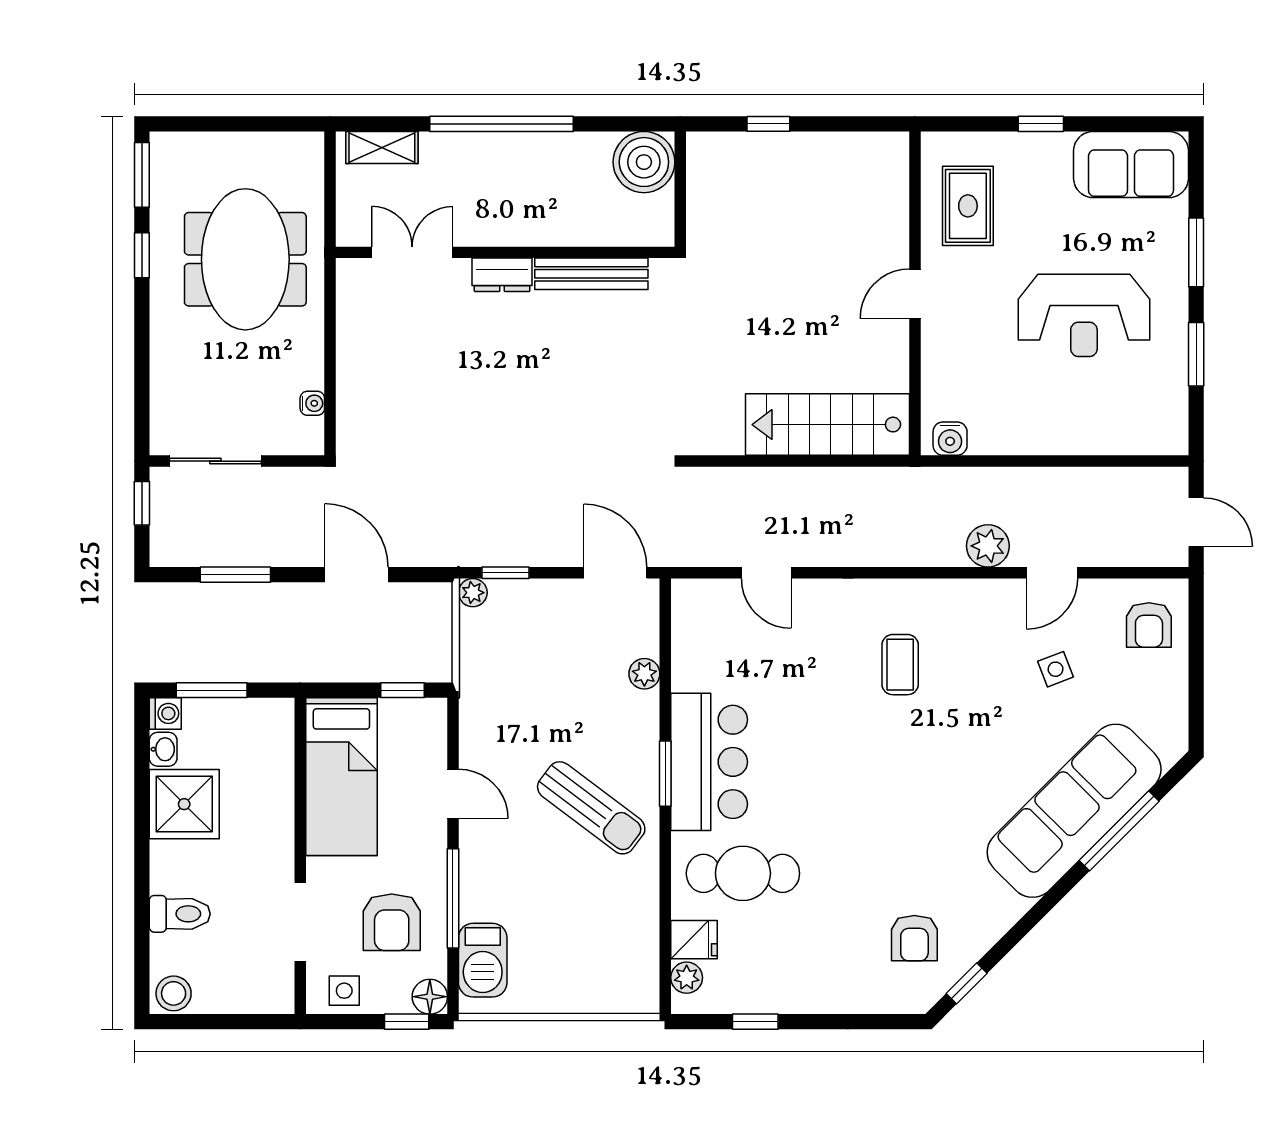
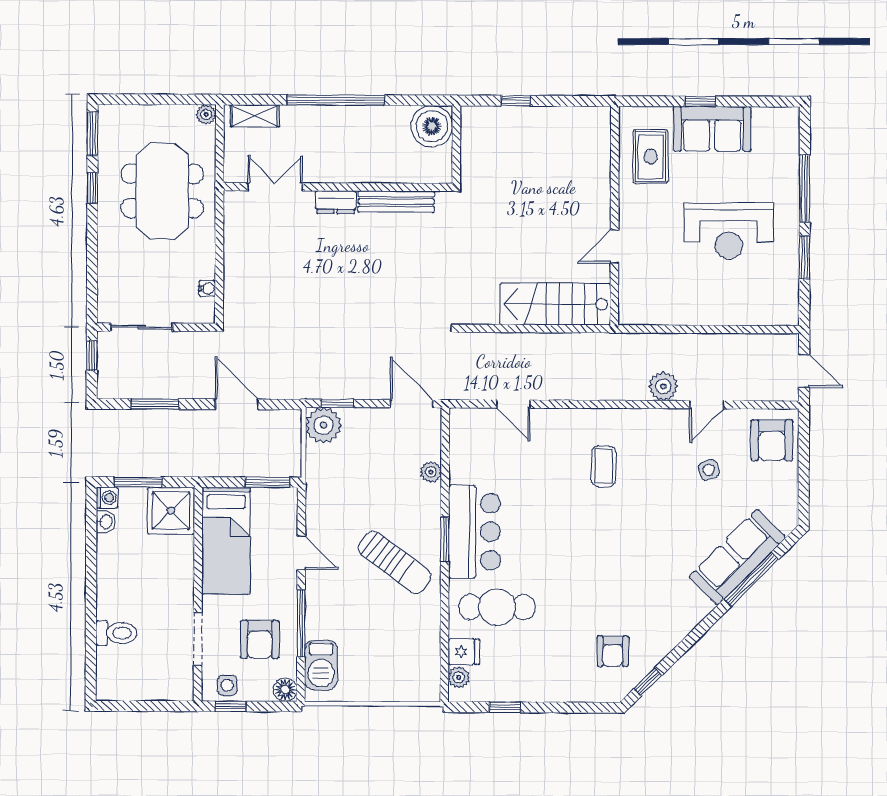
plant: (310, 146) -> (206, 115), added
sofa: (1131, 165) -> (712, 129), moved
window: (1196, 252) -> (805, 189), width x1.44
door: (915, 294) -> (614, 247), moved
water cooler: (950, 439) -> (638, 314), removed
plant: (473, 593) -> (324, 425), width x1.88, depth x1.88
armchair: (1149, 625) -> (772, 440), width x1.38, depth x1.38
window: (402, 690) -> (267, 482), width x1.50
shower: (184, 804) -> (171, 511), moved
sofa: (1074, 811) -> (737, 557), width x0.74, depth x0.79
stool: (174, 993) -> (112, 687), removed
window: (407, 1022) -> (231, 706), moved

